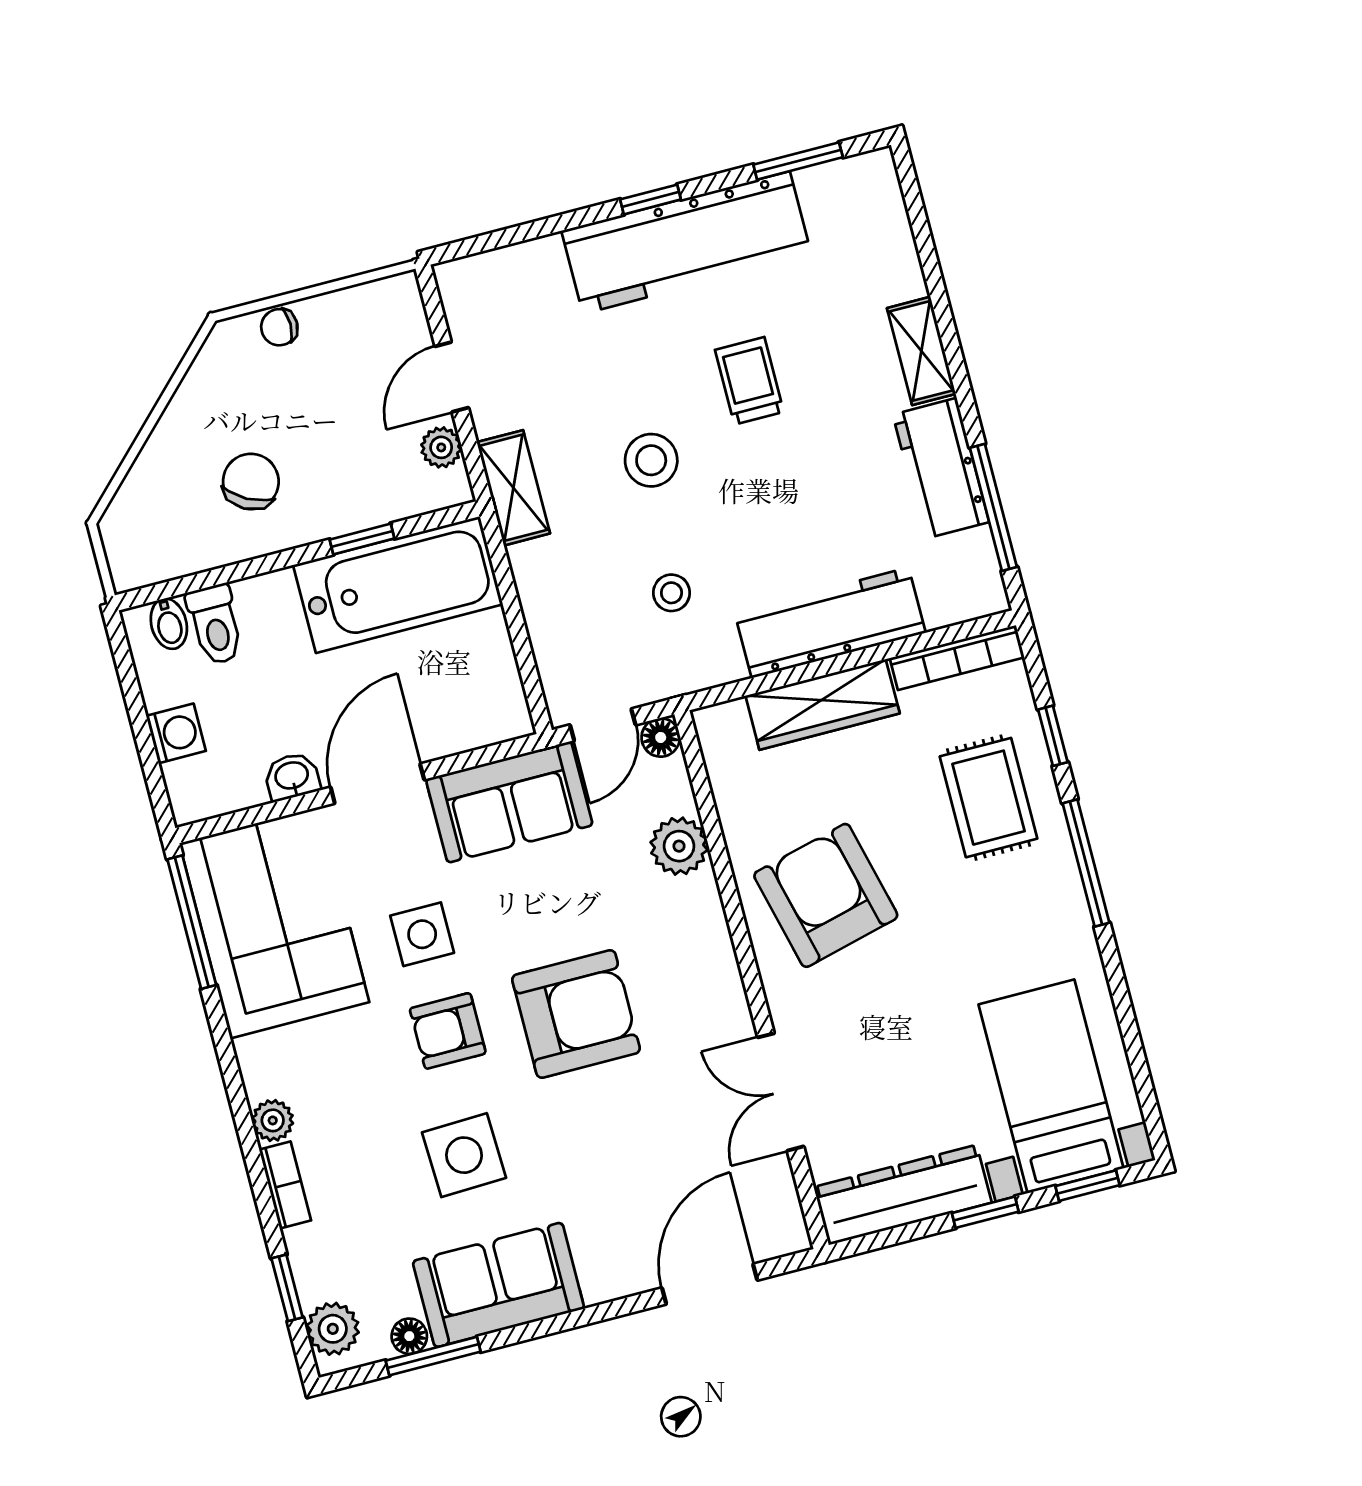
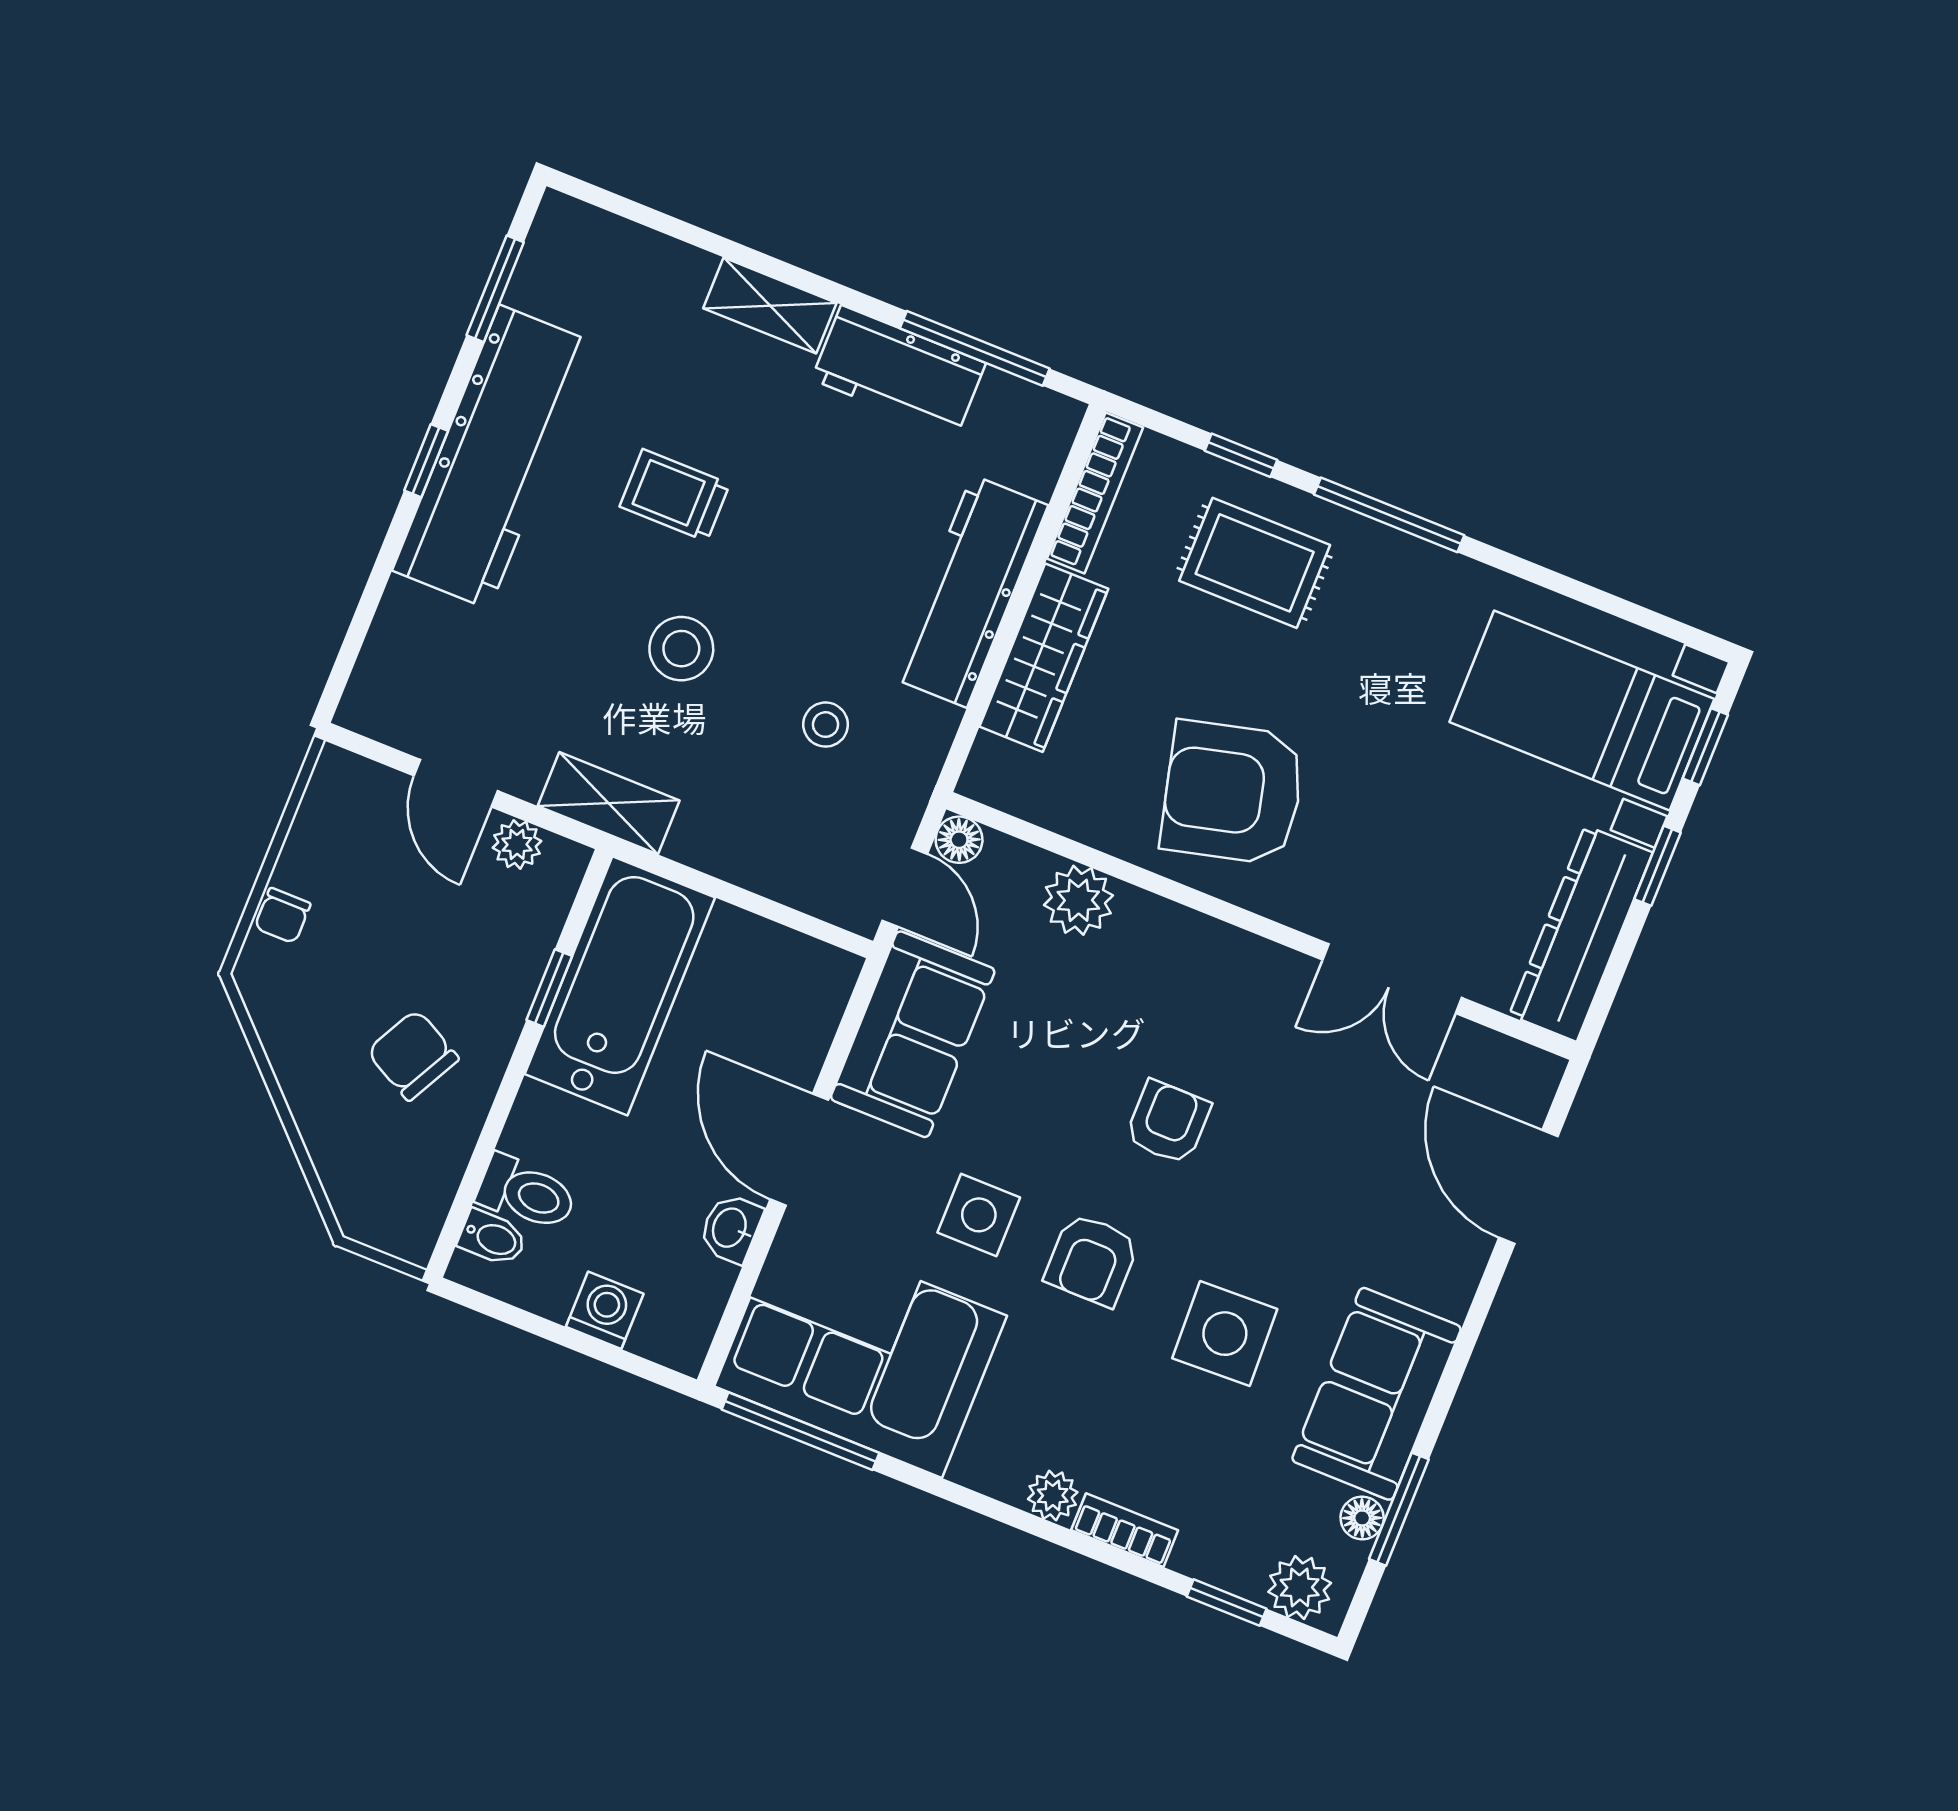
armchair: (576, 1014) -> (1168, 1122), width x0.53, depth x0.53

